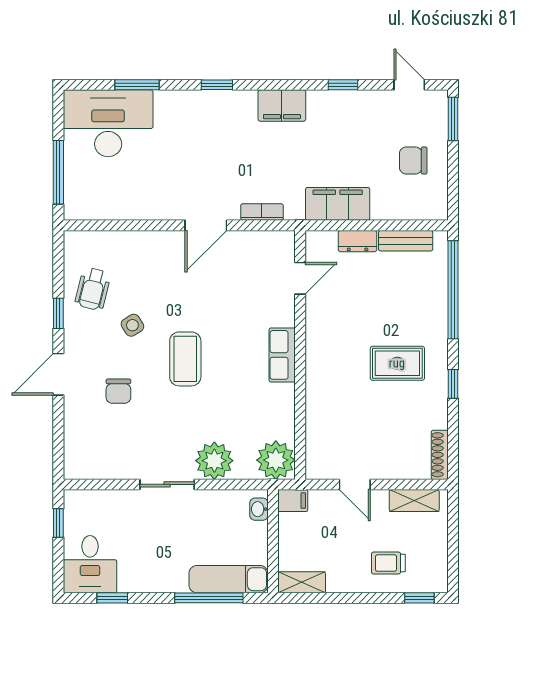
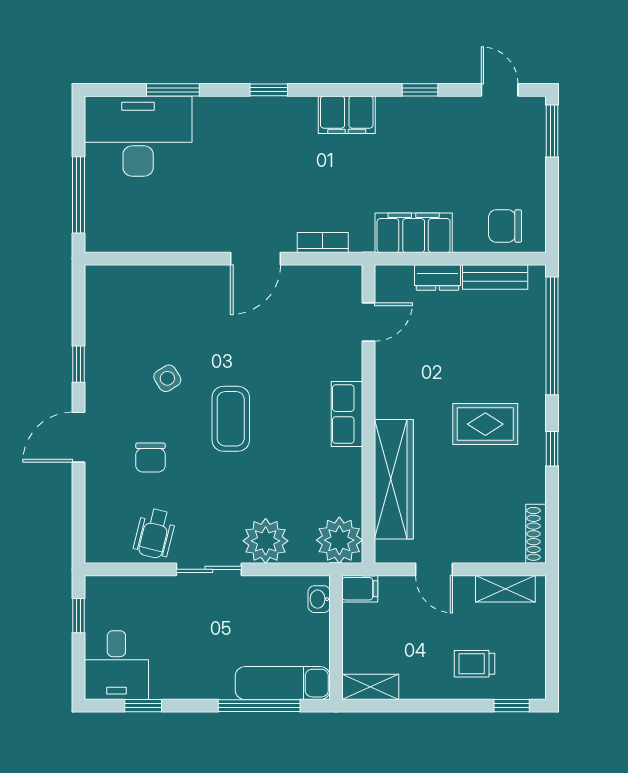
chair: (413, 160) -> (505, 226), moved
wheelchair: (93, 289) -> (155, 534), moved
wardrobe: (321, 409) -> (394, 479), added

